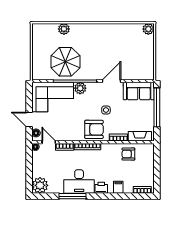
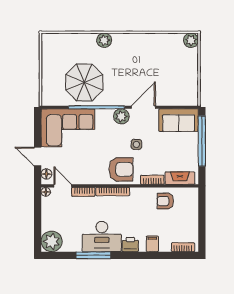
plant: (64, 29) -> (104, 40), moved
plant: (80, 88) -> (121, 116), moved

